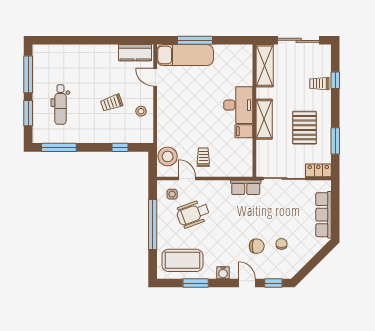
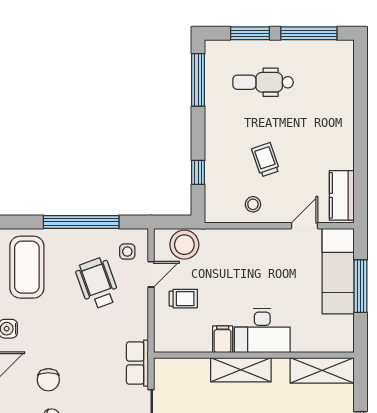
shelving: (265, 66) -> (322, 370), moved
desk: (238, 105) -> (262, 331), moved
wall: (254, 111) -> (254, 355), moved
shelving: (264, 119) -> (241, 370), moved
filing cabinet: (244, 131) -> (223, 339), moved

